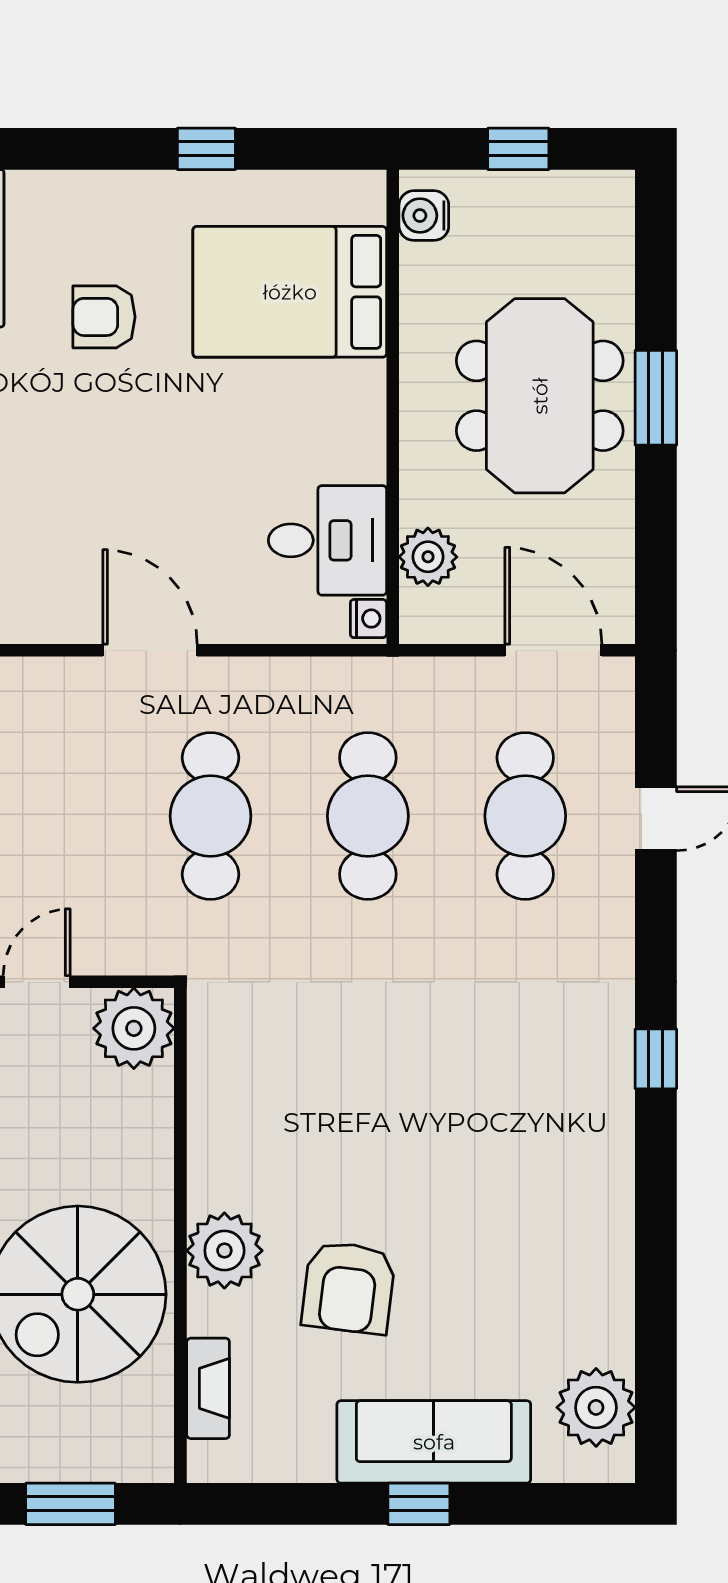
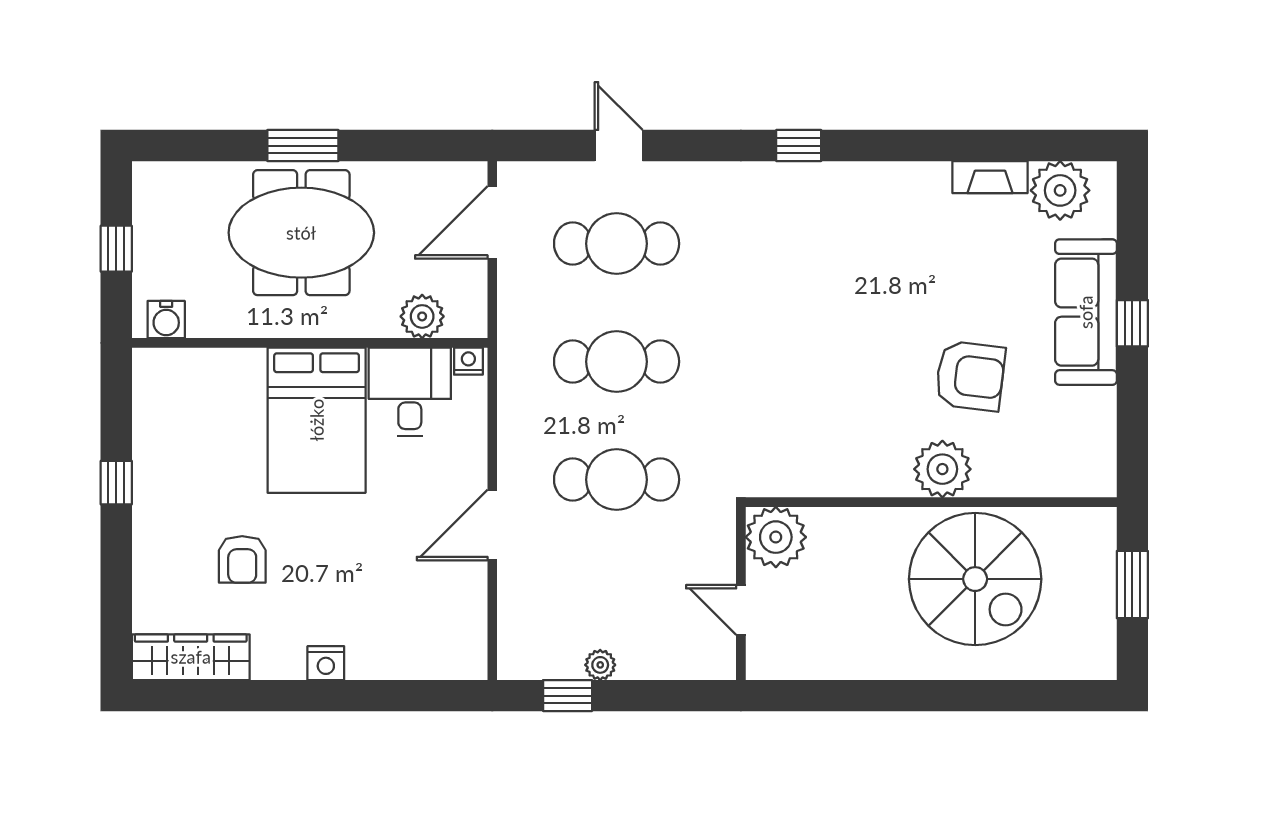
bed: (290, 292) -> (317, 420), moved
fireplace: (208, 1388) -> (990, 177), moved, turned 180

